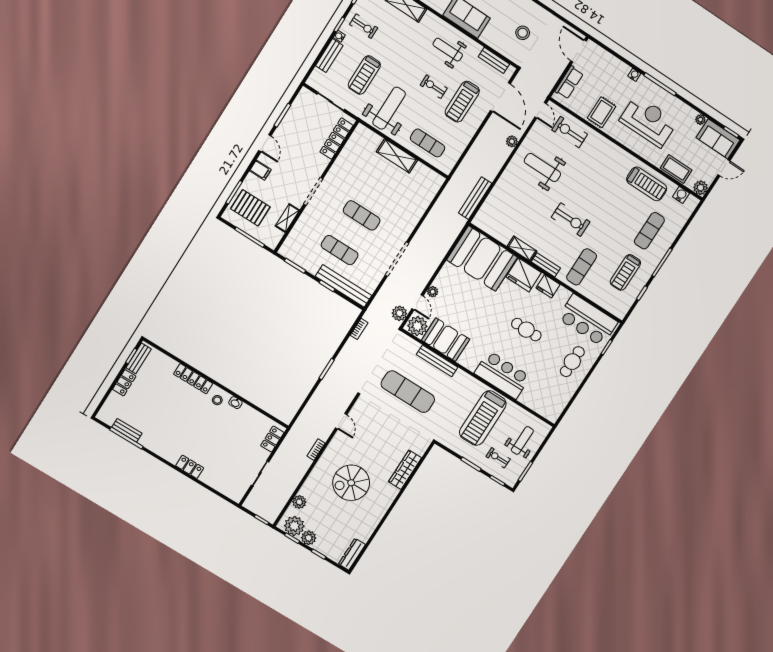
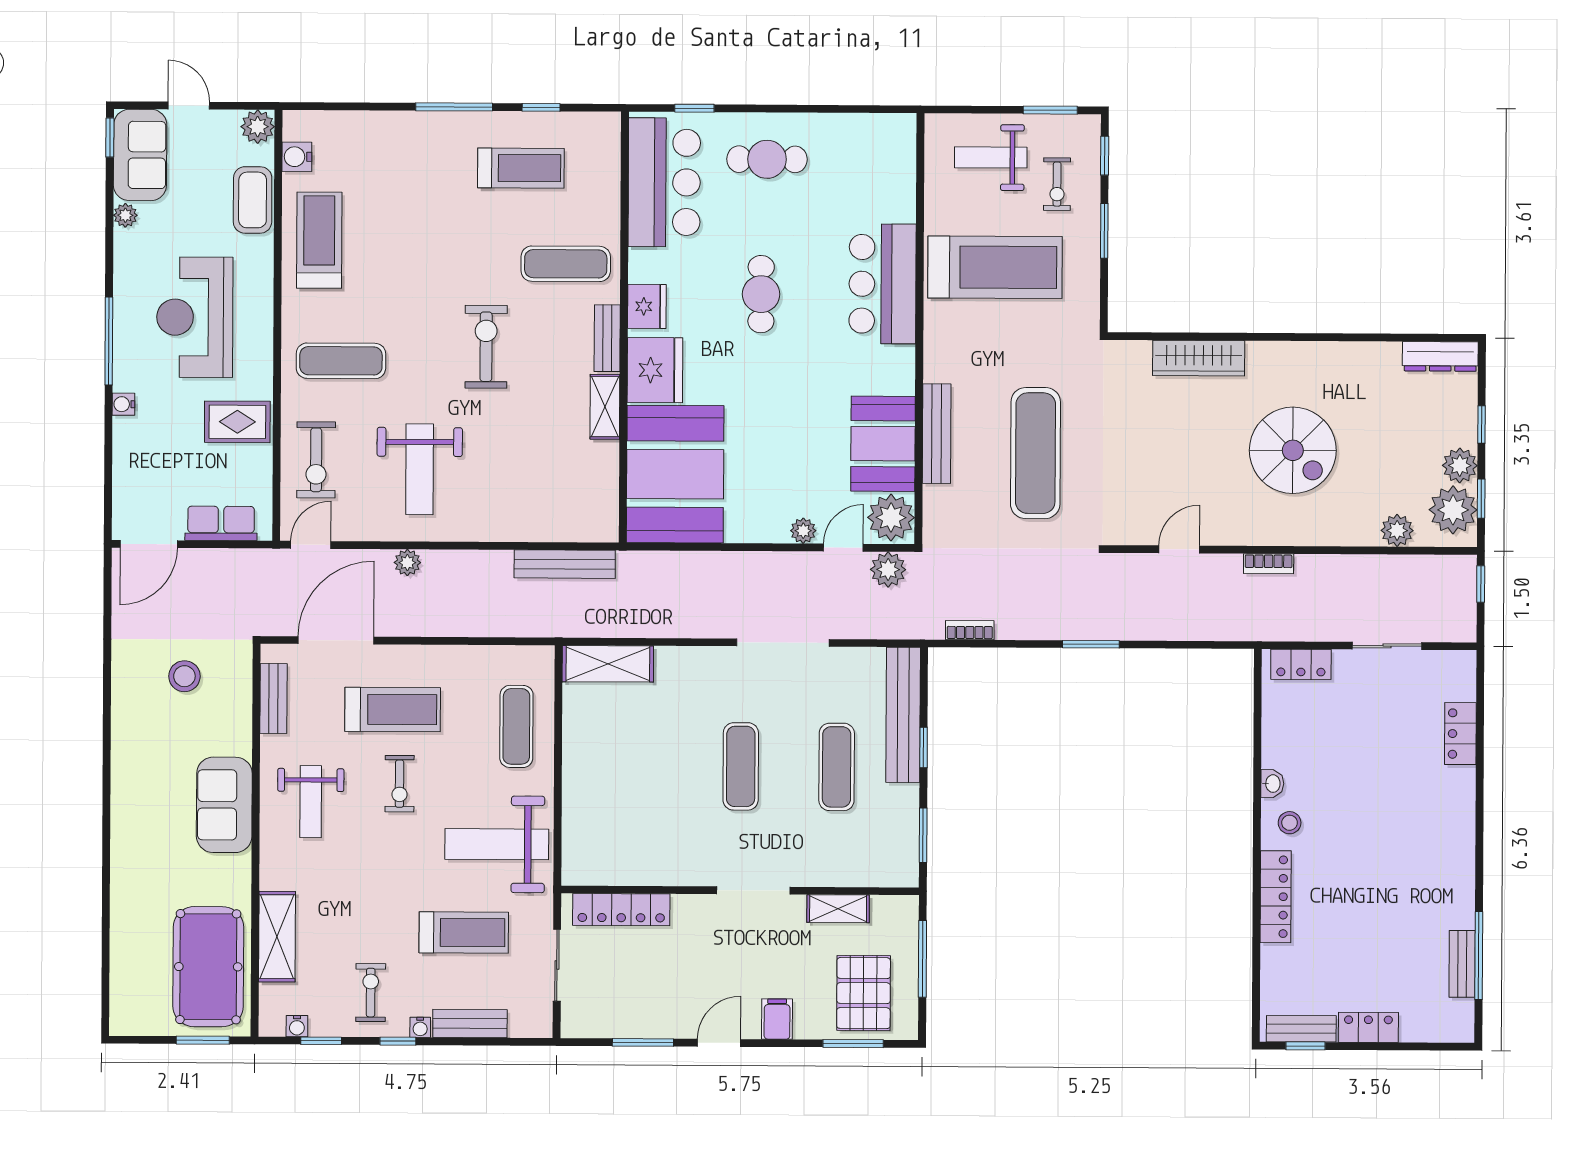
shelving: (397, 156) -> (608, 664), moved, turned 90
exercise mat: (649, 231) -> (341, 361), moved
locker: (190, 467) -> (1460, 734), moved

